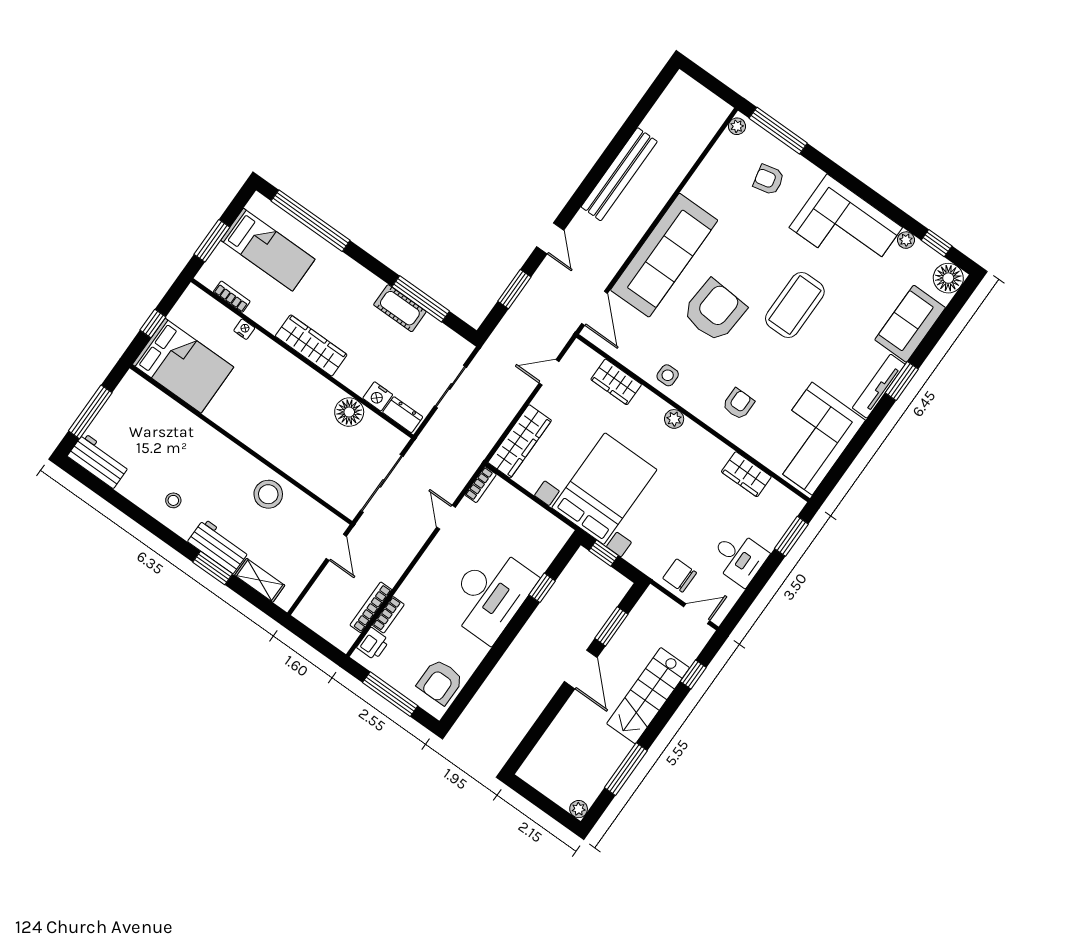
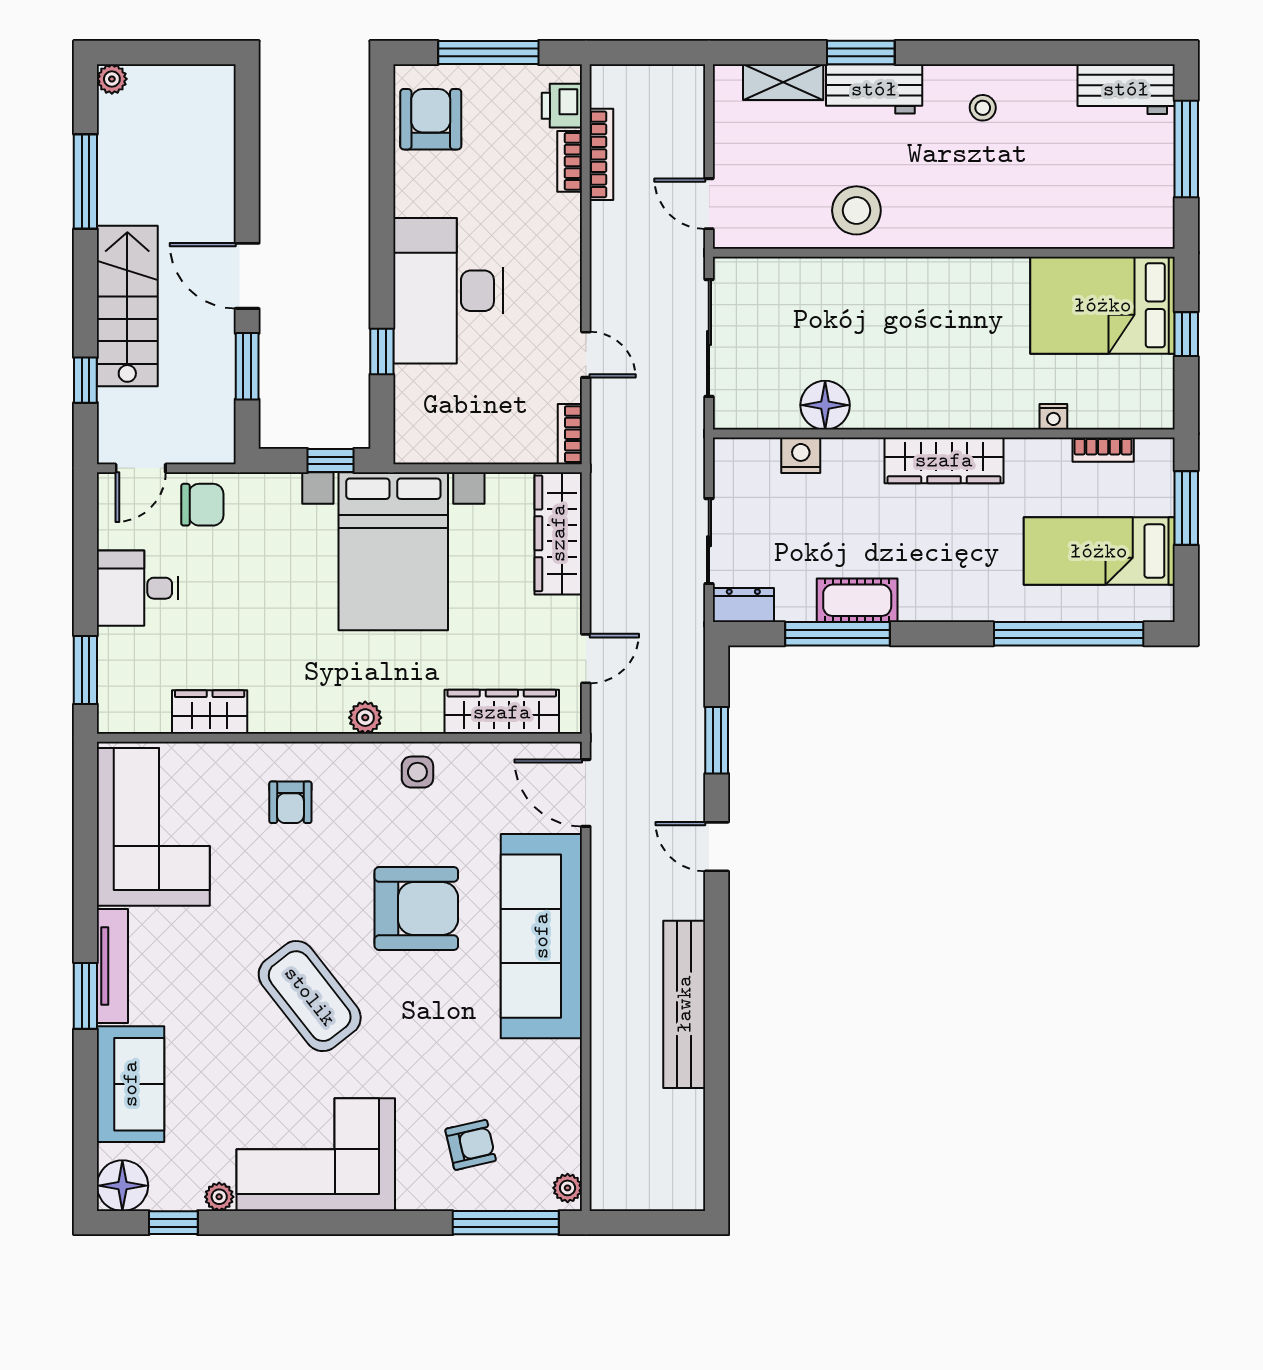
coffee table: (795, 305) -> (310, 996), turned -38
armchair: (714, 311) -> (416, 909), turned -94
wardrobe: (616, 382) -> (502, 712), width x1.50
dresser: (403, 415) -> (743, 605), moved, turned 180

